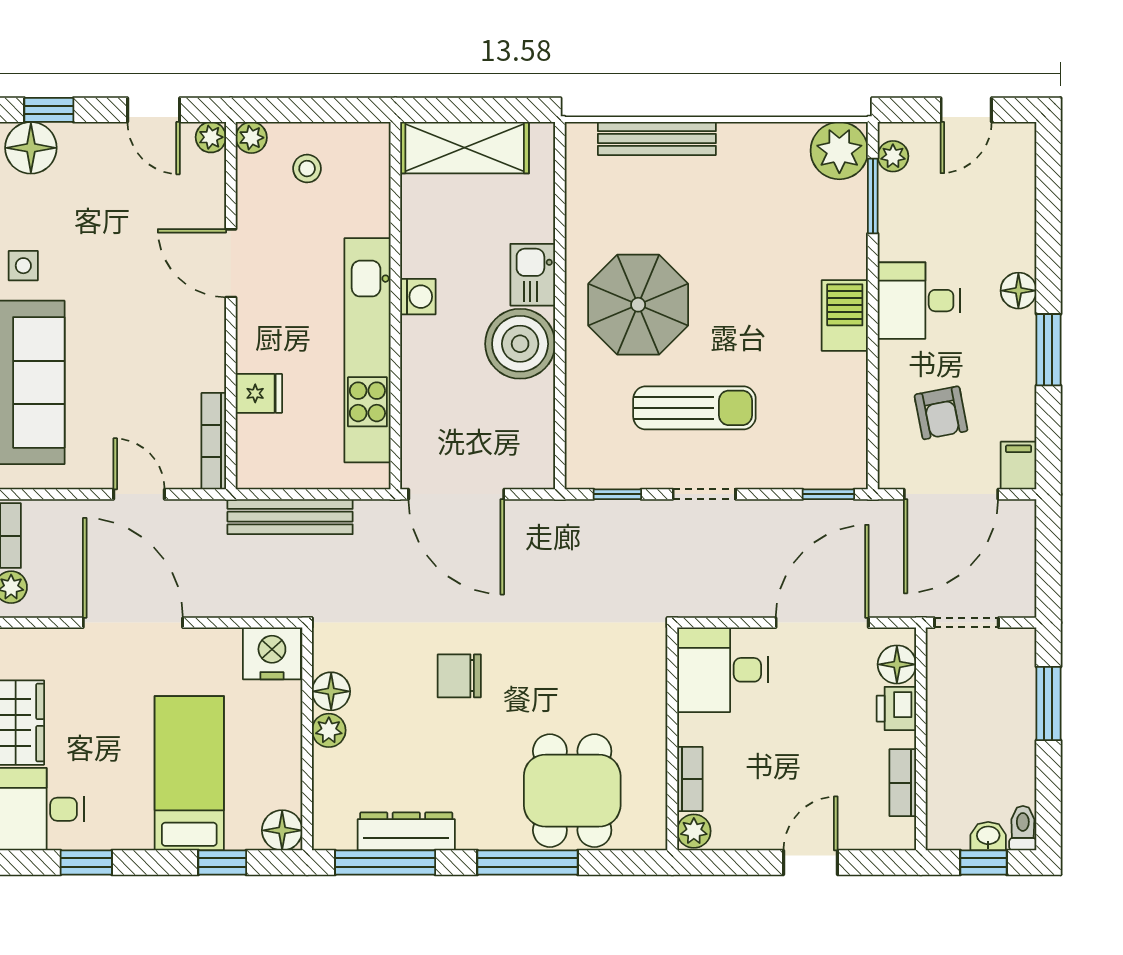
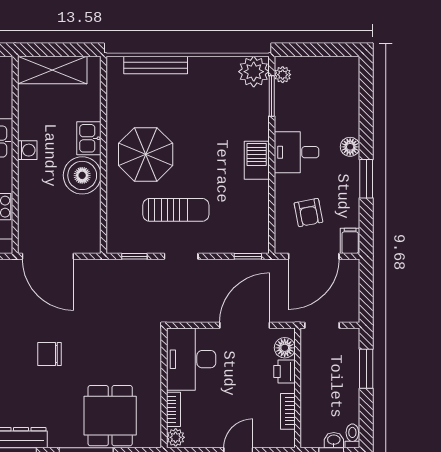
door: (966, 110) -> (322, 50), removed
desk: (723, 670) -> (191, 359), width x1.37

